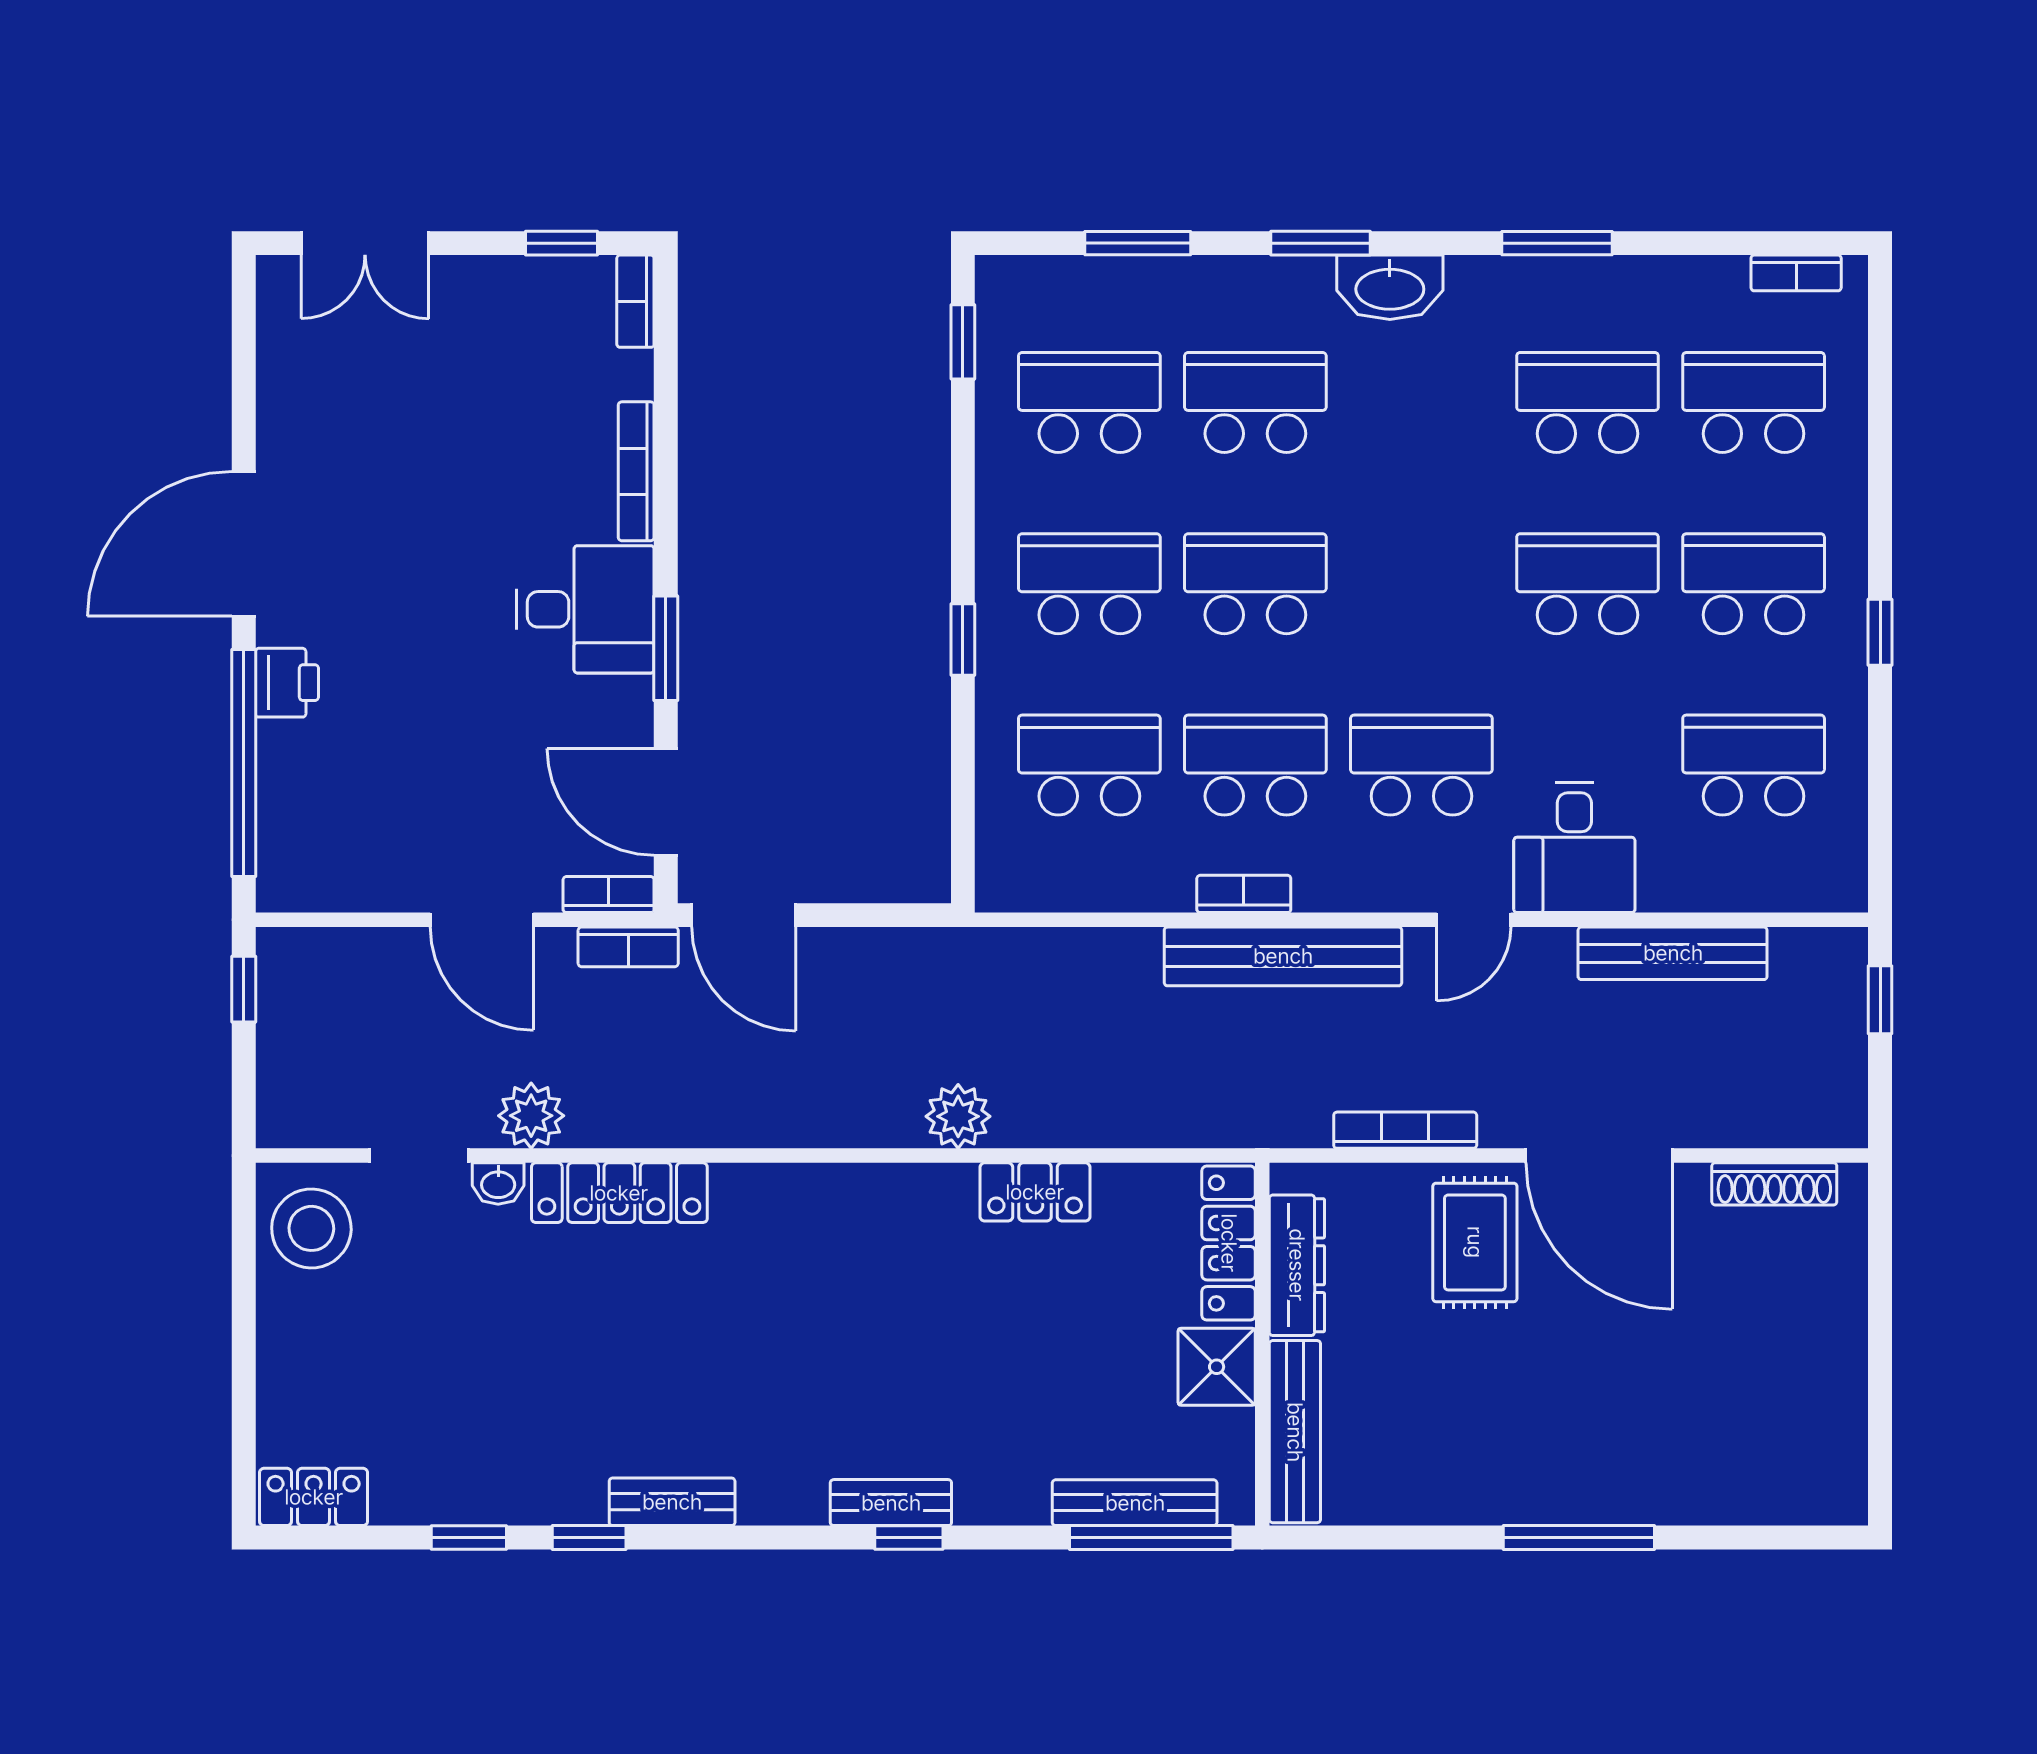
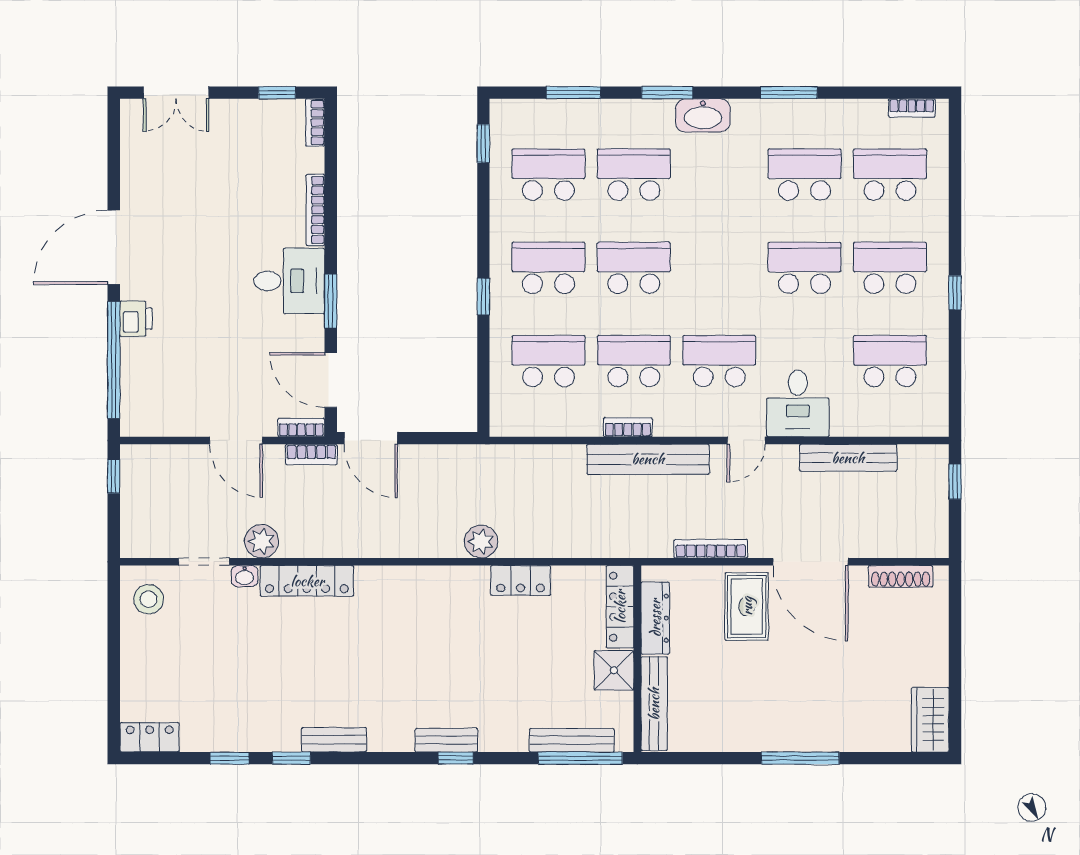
stool: (311, 1228) -> (149, 599), width x0.73, depth x0.73
wardrobe: (1832, 1463) -> (930, 720), added

